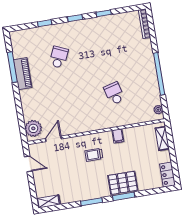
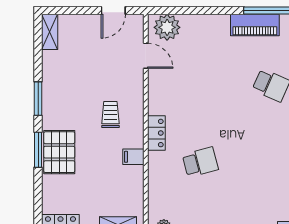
locker: (101, 124) -> (156, 133), added

